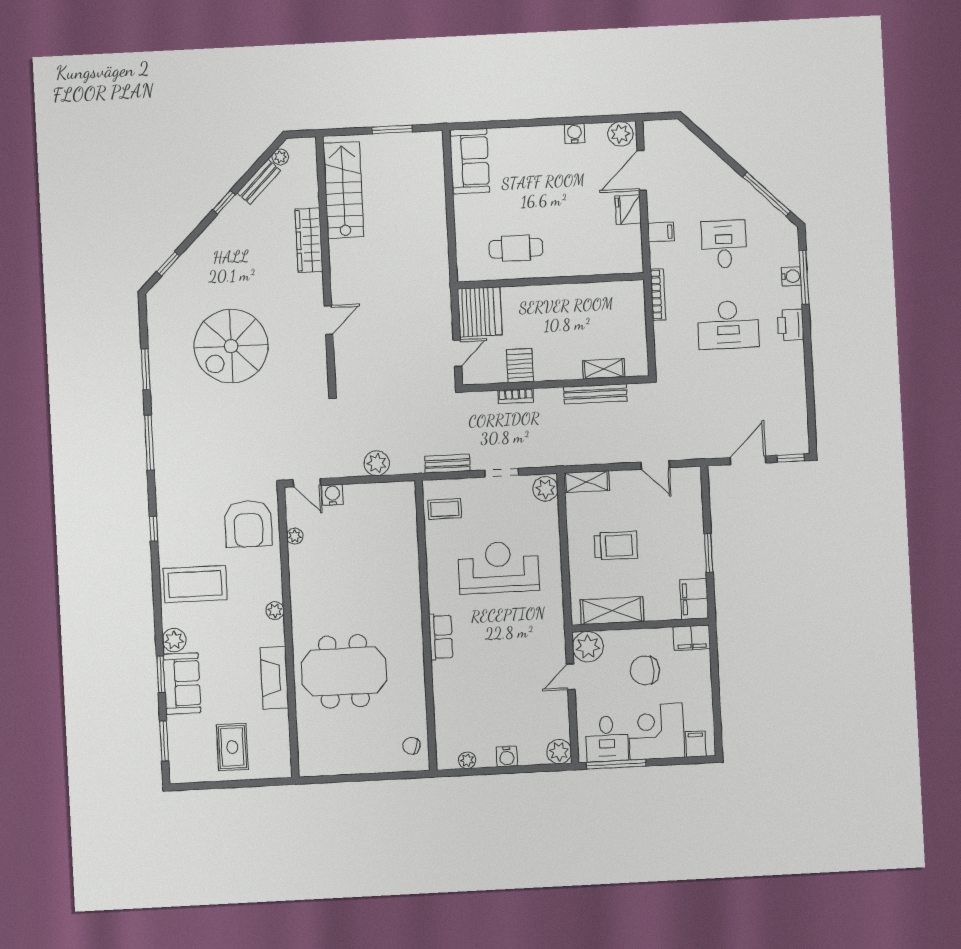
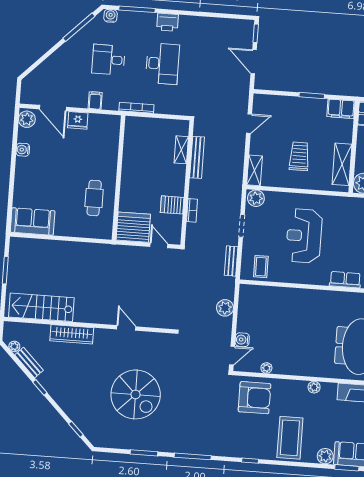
water cooler: (791, 276) -> (110, 16), moved

